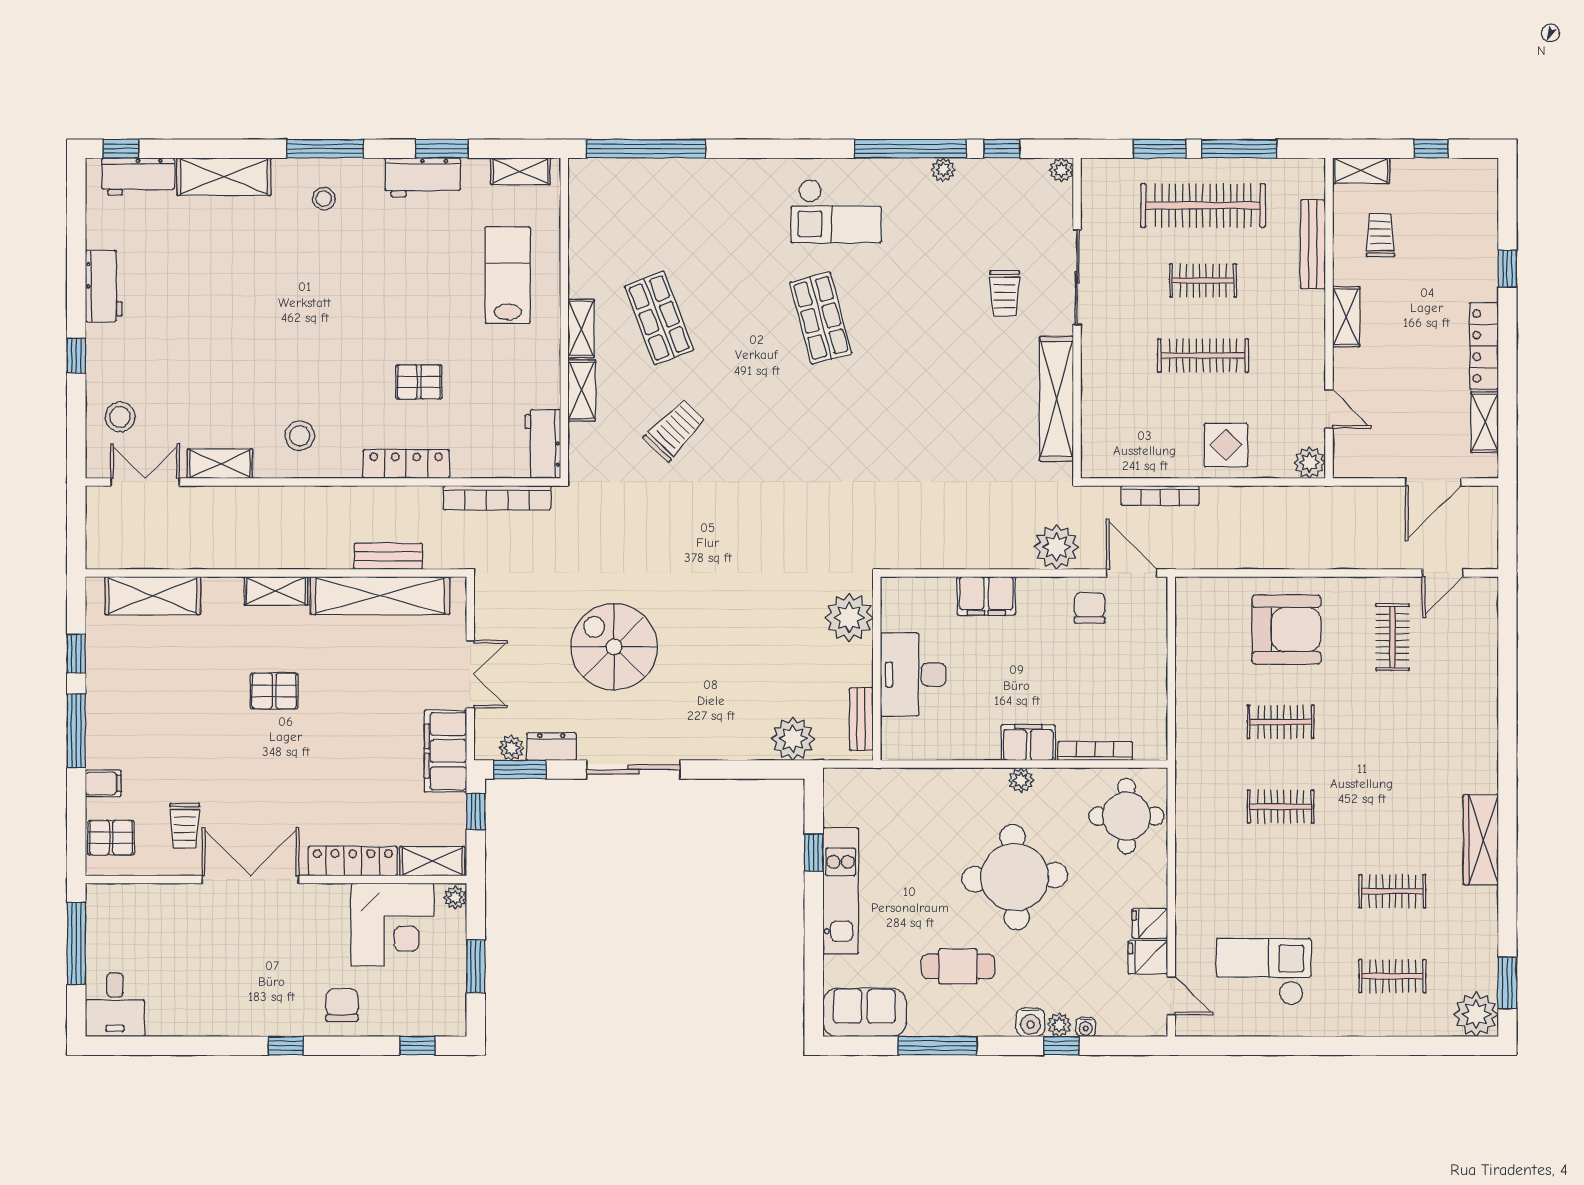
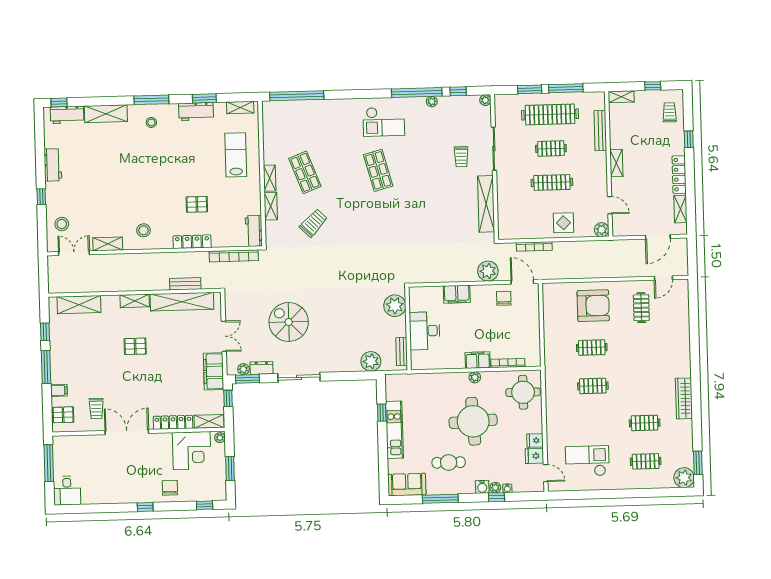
trolley: (1380, 235) -> (670, 112), moved

